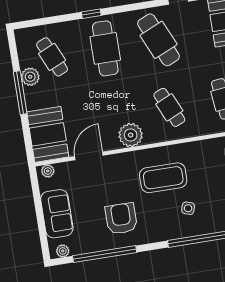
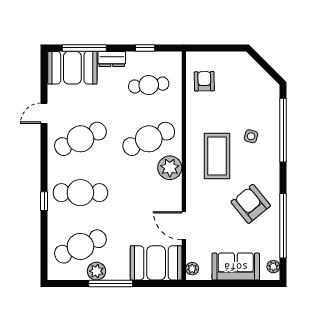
cafe table: (52, 57) -> (80, 246), width x1.37, depth x1.35
cafe table: (169, 107) -> (149, 139), width x1.37, depth x1.35
plant: (131, 135) -> (170, 168), moved
armchair: (121, 219) -> (251, 204), turned 51

